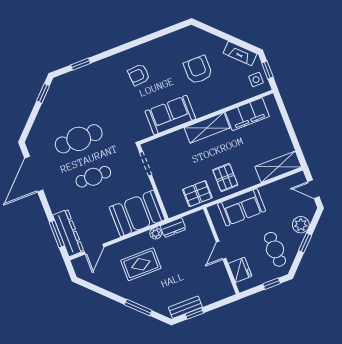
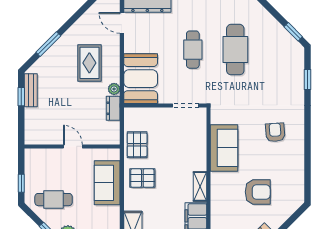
shelving: (207, 128) -> (200, 186), width x0.67, depth x0.75
fridge: (240, 270) -> (47, 158), removed

